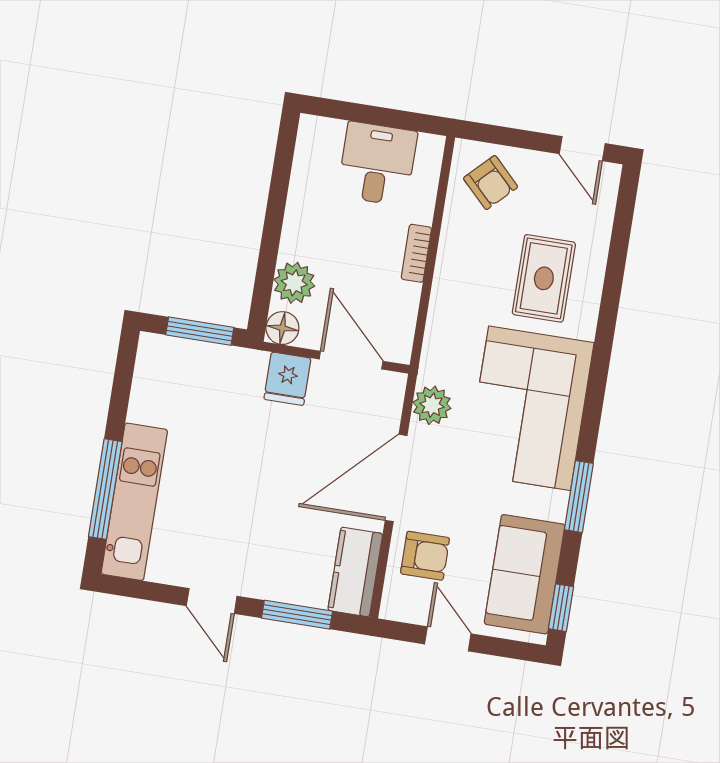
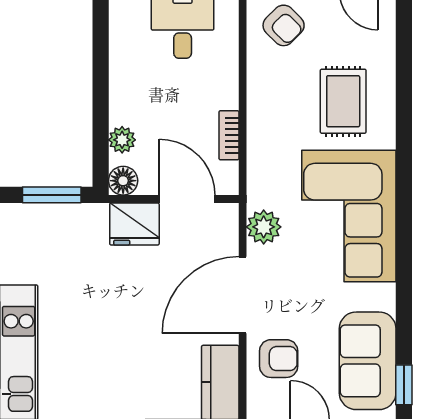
bookcase: (416, 253) -> (229, 135), moved
plant: (294, 283) -> (122, 140), width x0.73, depth x0.73
fridge: (287, 379) -> (134, 224), width x1.38
window: (579, 497) -> (404, 286), removed

